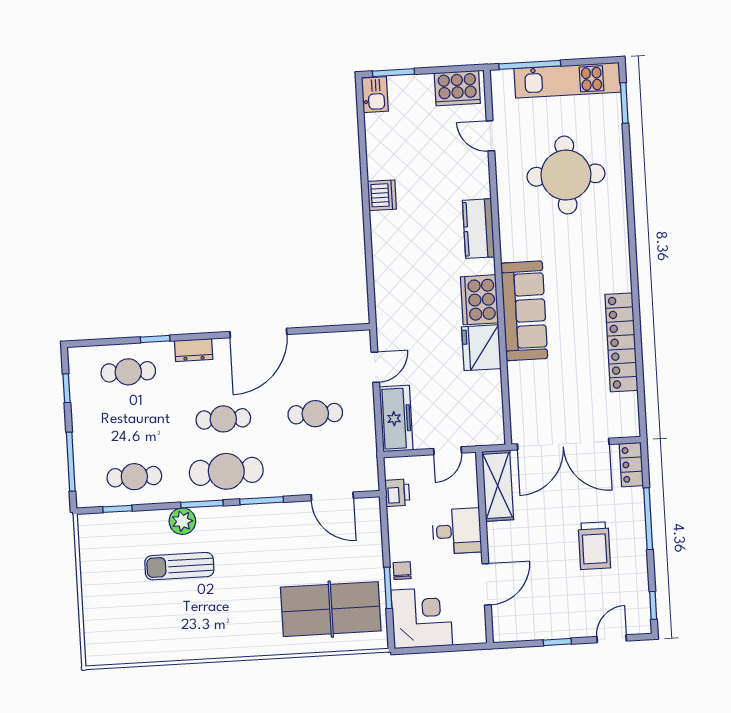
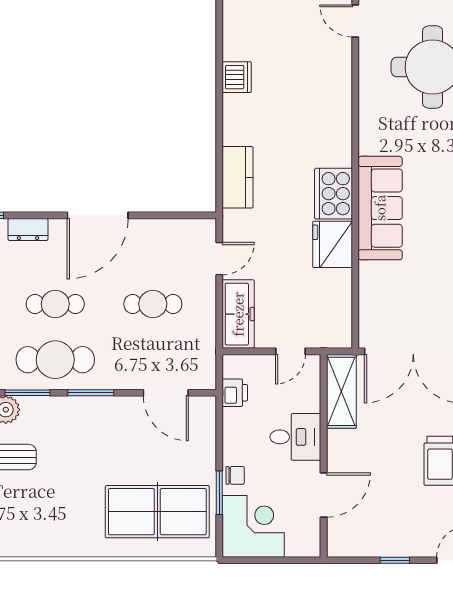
kitchen counter: (479, 229) -> (238, 177), moved, turned 180
chair: (402, 571) -> (235, 475), turned 90

